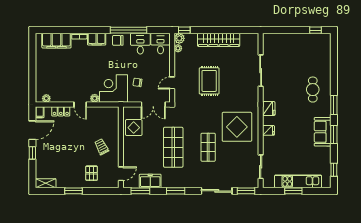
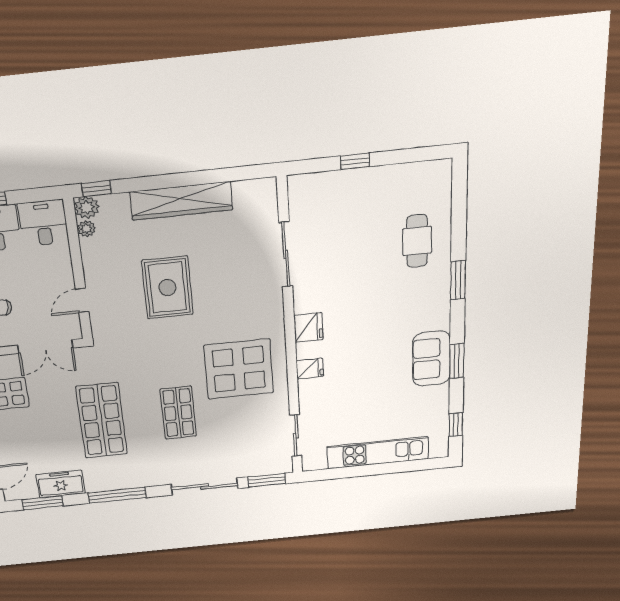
window: (315, 30) -> (355, 161), moved
cafe table: (313, 90) -> (417, 241), moved
window: (334, 105) -> (458, 280), moved
window: (176, 191) -> (117, 495), width x1.44
window: (293, 191) -> (368, 470), removed

